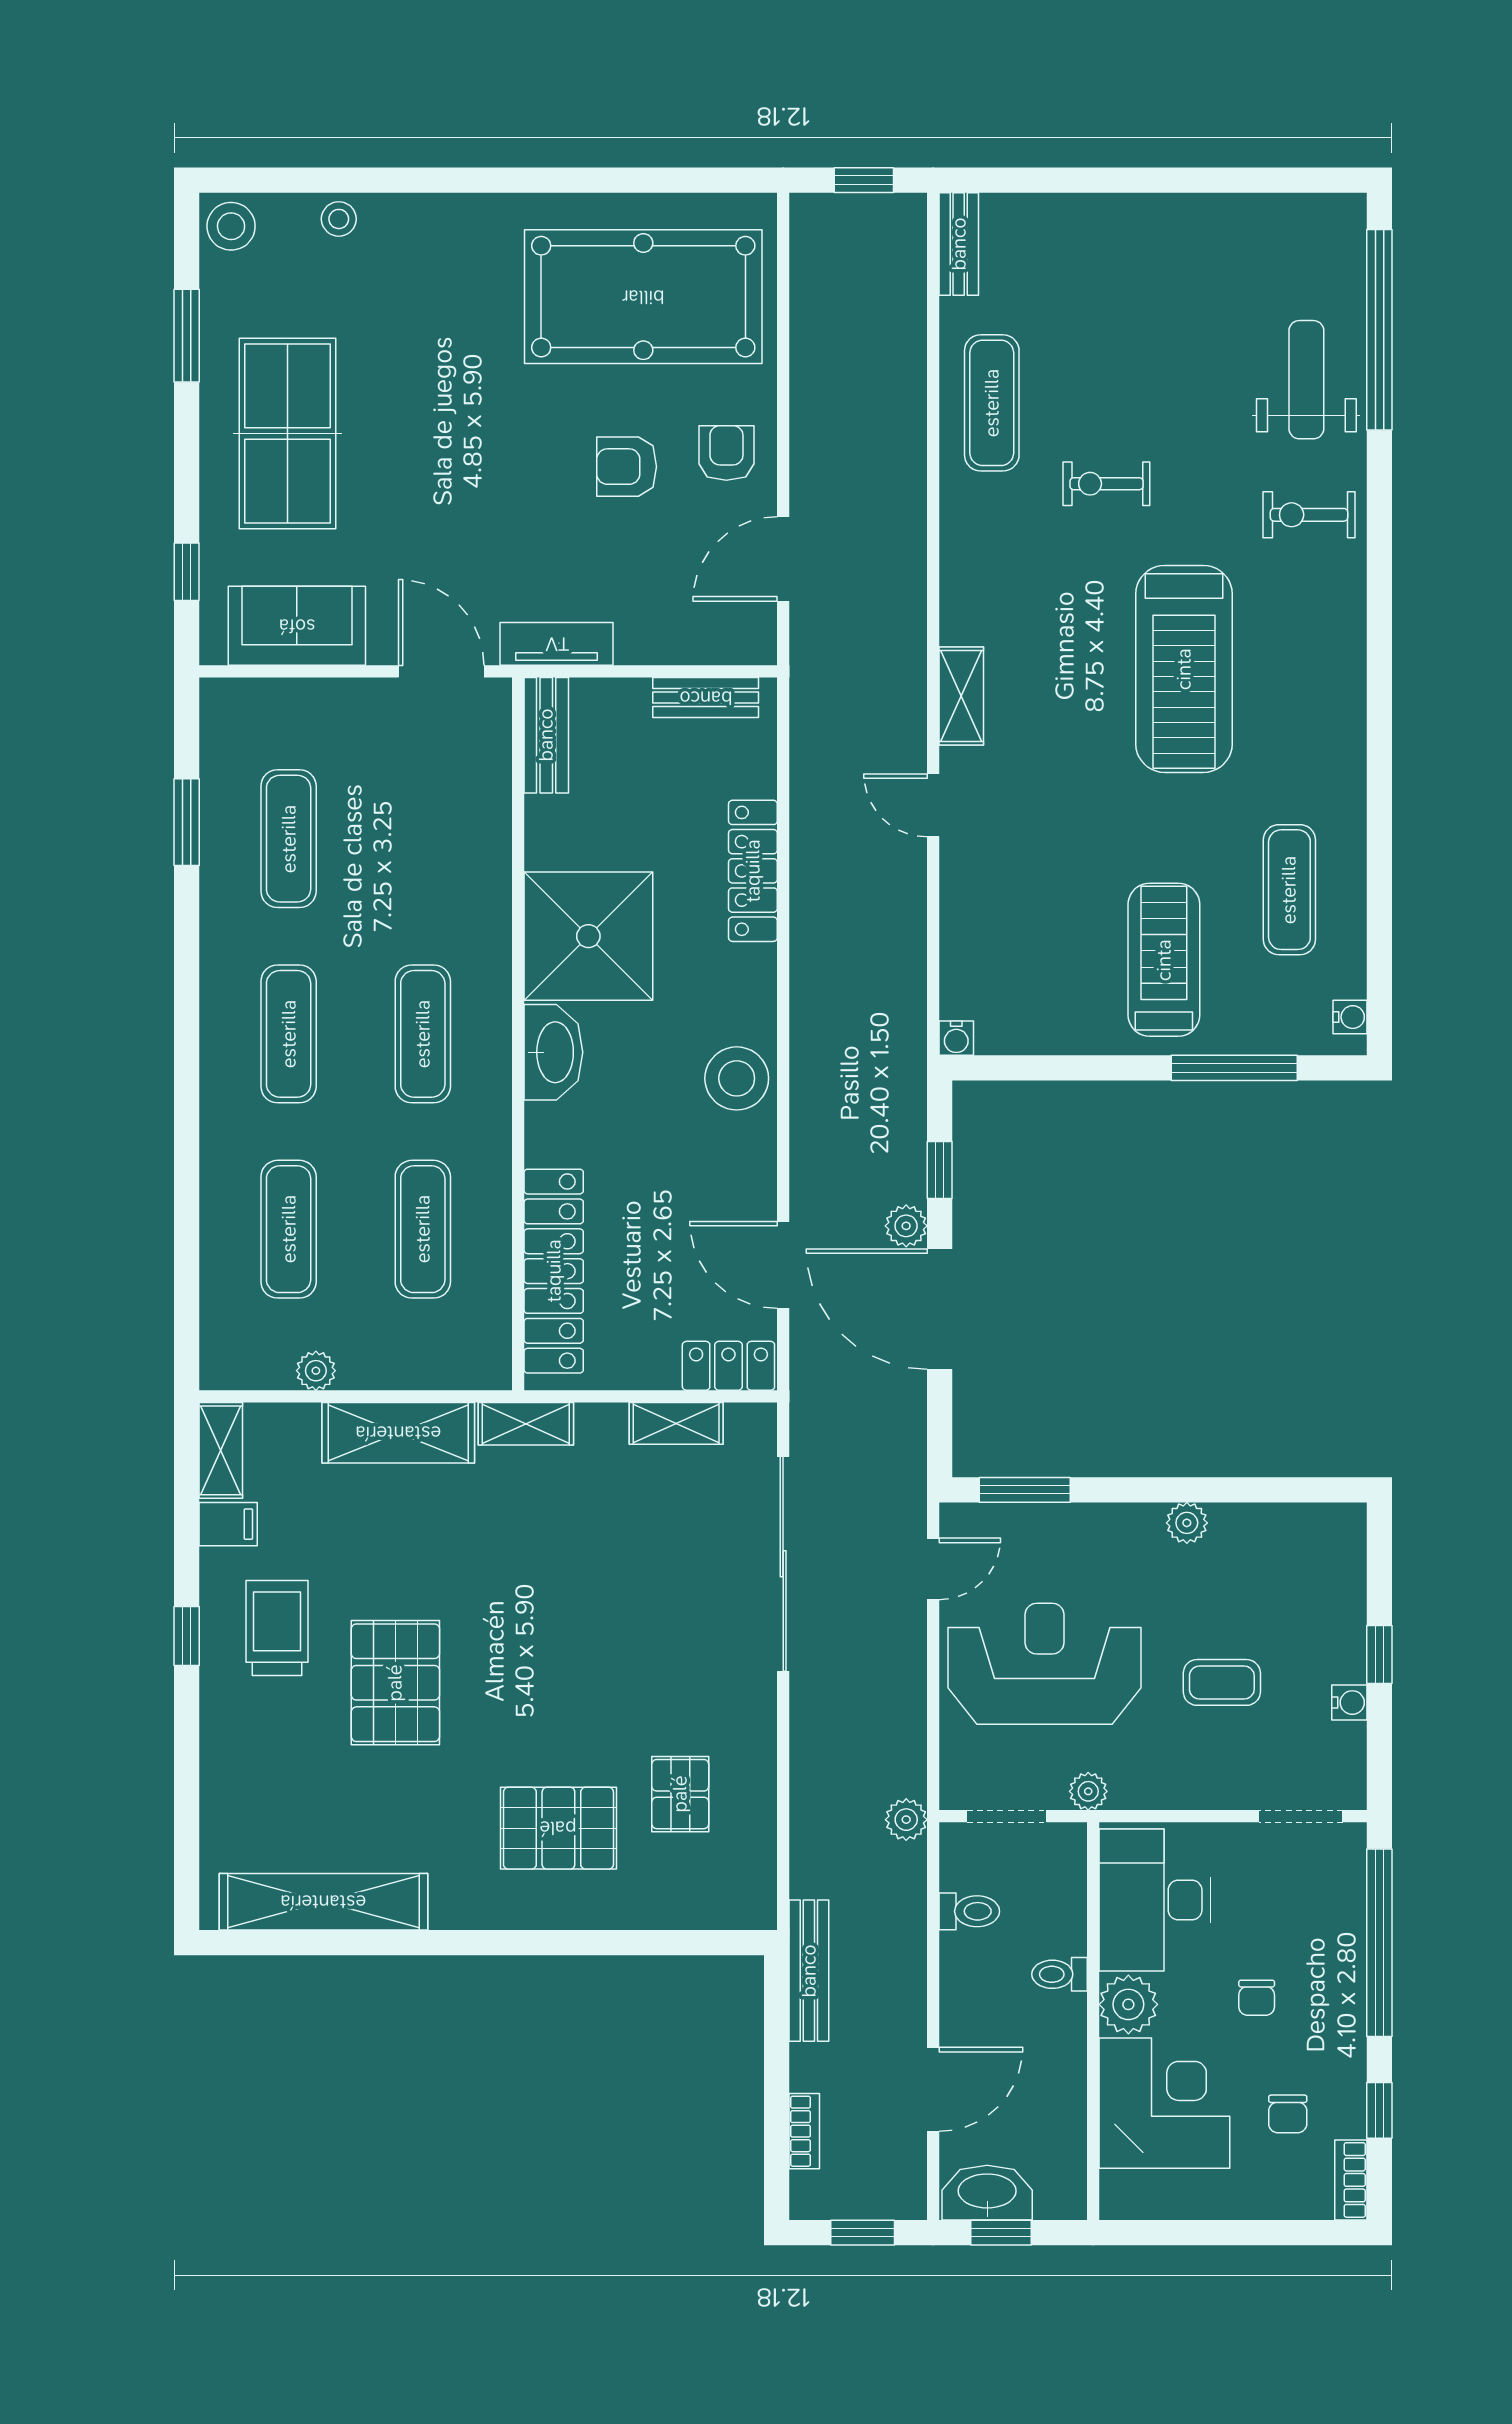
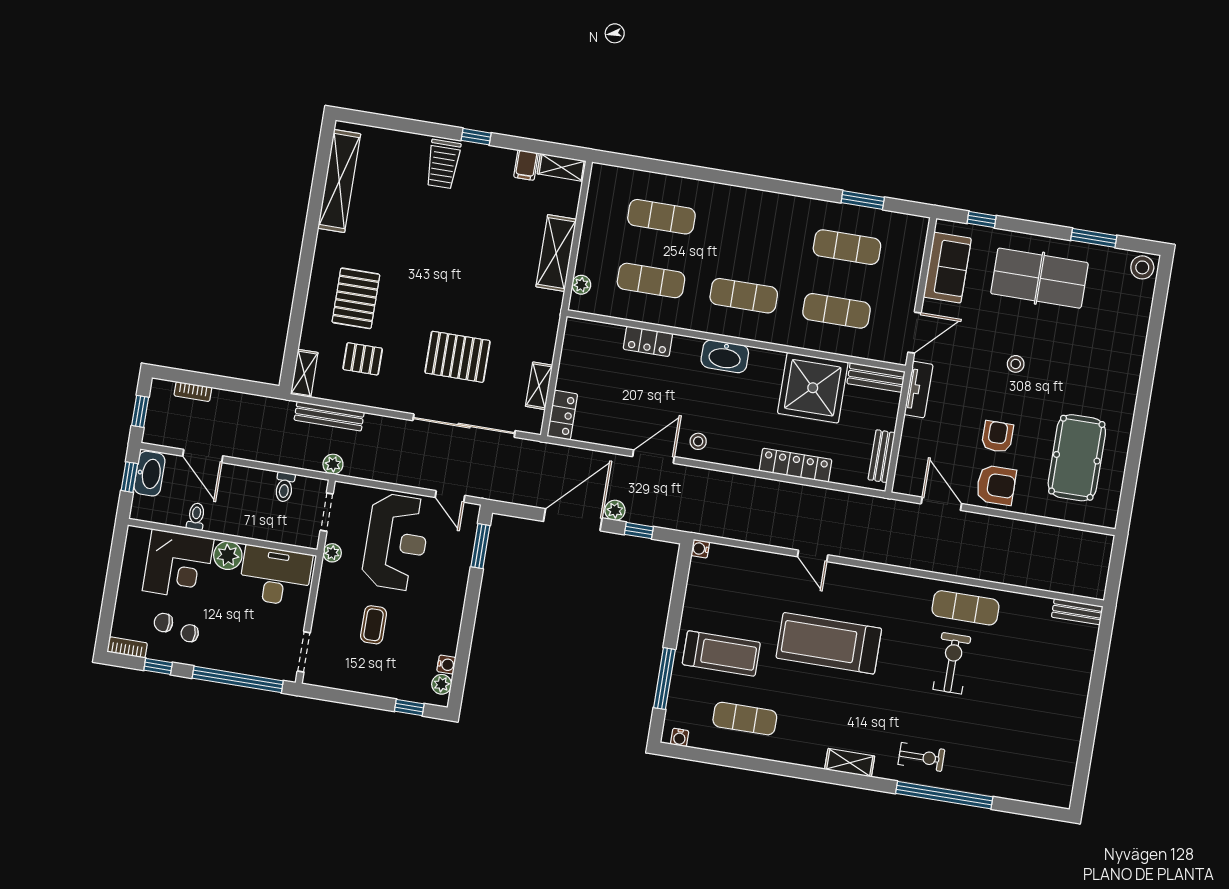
window: (864, 180) -> (1115, 572), removed
stool: (339, 219) -> (1016, 364), moved
pool table: (643, 297) -> (1077, 458), width x0.73, depth x0.76
window: (1379, 330) -> (944, 795), moved
weight bench: (1306, 380) -> (986, 766), removed
exercise mat: (992, 403) -> (965, 608), moved
armchair: (726, 453) -> (996, 485), width x1.38, depth x1.38
exercise bike: (1106, 484) -> (952, 663), width x1.38, depth x1.39
exercise bike: (1309, 515) -> (921, 757), turned 90
treadmill: (1184, 669) -> (829, 643), moved
shelving: (961, 696) -> (850, 763), moved
door: (933, 805) -> (813, 556), swing flipped
shower: (588, 936) -> (813, 388), moved
exercise mat: (289, 1034) -> (836, 311), moved
stool: (737, 1078) -> (698, 441), width x0.53, depth x0.53
door: (783, 1265) -> (653, 457), moved
locker: (554, 1271) -> (648, 341), width x0.46, depth x0.83
plant: (316, 1371) -> (581, 285), moved
shelving: (526, 1424) -> (304, 373), moved
plant: (1187, 1523) -> (442, 684), moved
trolley: (277, 1628) -> (443, 164), moved, turned 90
window: (1379, 1655) -> (409, 708), moved
pallet: (395, 1683) -> (457, 357), moved
water cooler: (1349, 1703) -> (446, 665), moved, turned -90
bench: (809, 1971) -> (329, 416), moved
toilet: (1059, 1974) -> (196, 517), moved
chair: (1257, 1998) -> (190, 633), moved

